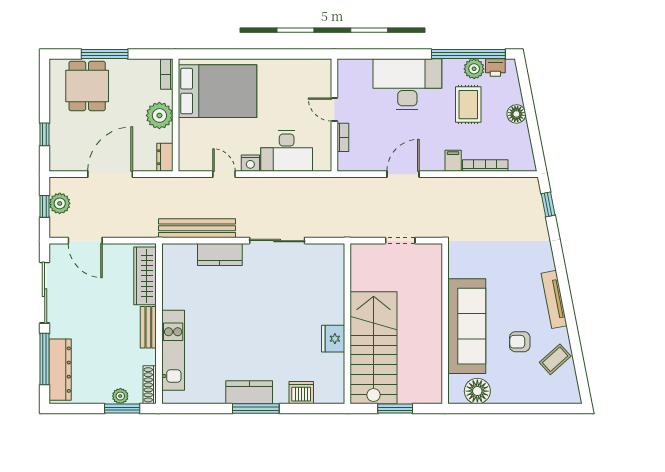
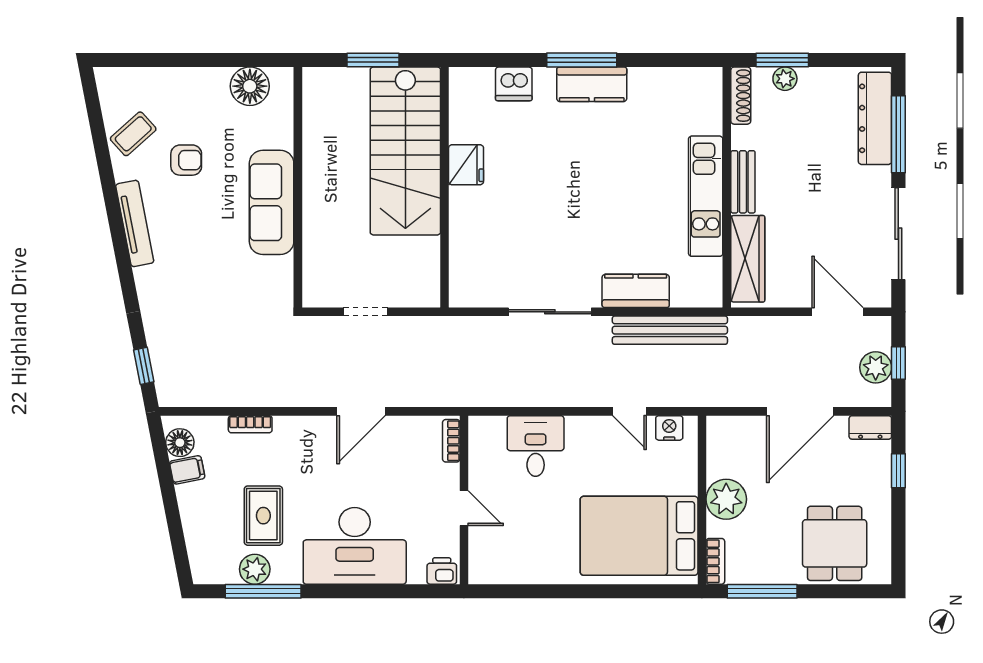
window: (105, 54) -> (762, 591), moved
window: (468, 54) -> (263, 591), width x0.68
printer: (495, 68) -> (442, 571), moved
floor lamp: (516, 114) -> (180, 443), moved
bookcase: (343, 137) -> (451, 441), moved
desk: (287, 151) -> (536, 446), width x0.73
dresser: (165, 157) -> (870, 427), moved, turned 90
filing cabinet: (453, 161) -> (187, 470), moved, turned -101
nightstand: (250, 163) -> (669, 428), moved
bookcase: (485, 165) -> (250, 424), width x0.64
sofa: (467, 326) -> (272, 202), width x0.74, depth x0.79
kitchen unit: (173, 350) -> (706, 196), moved

